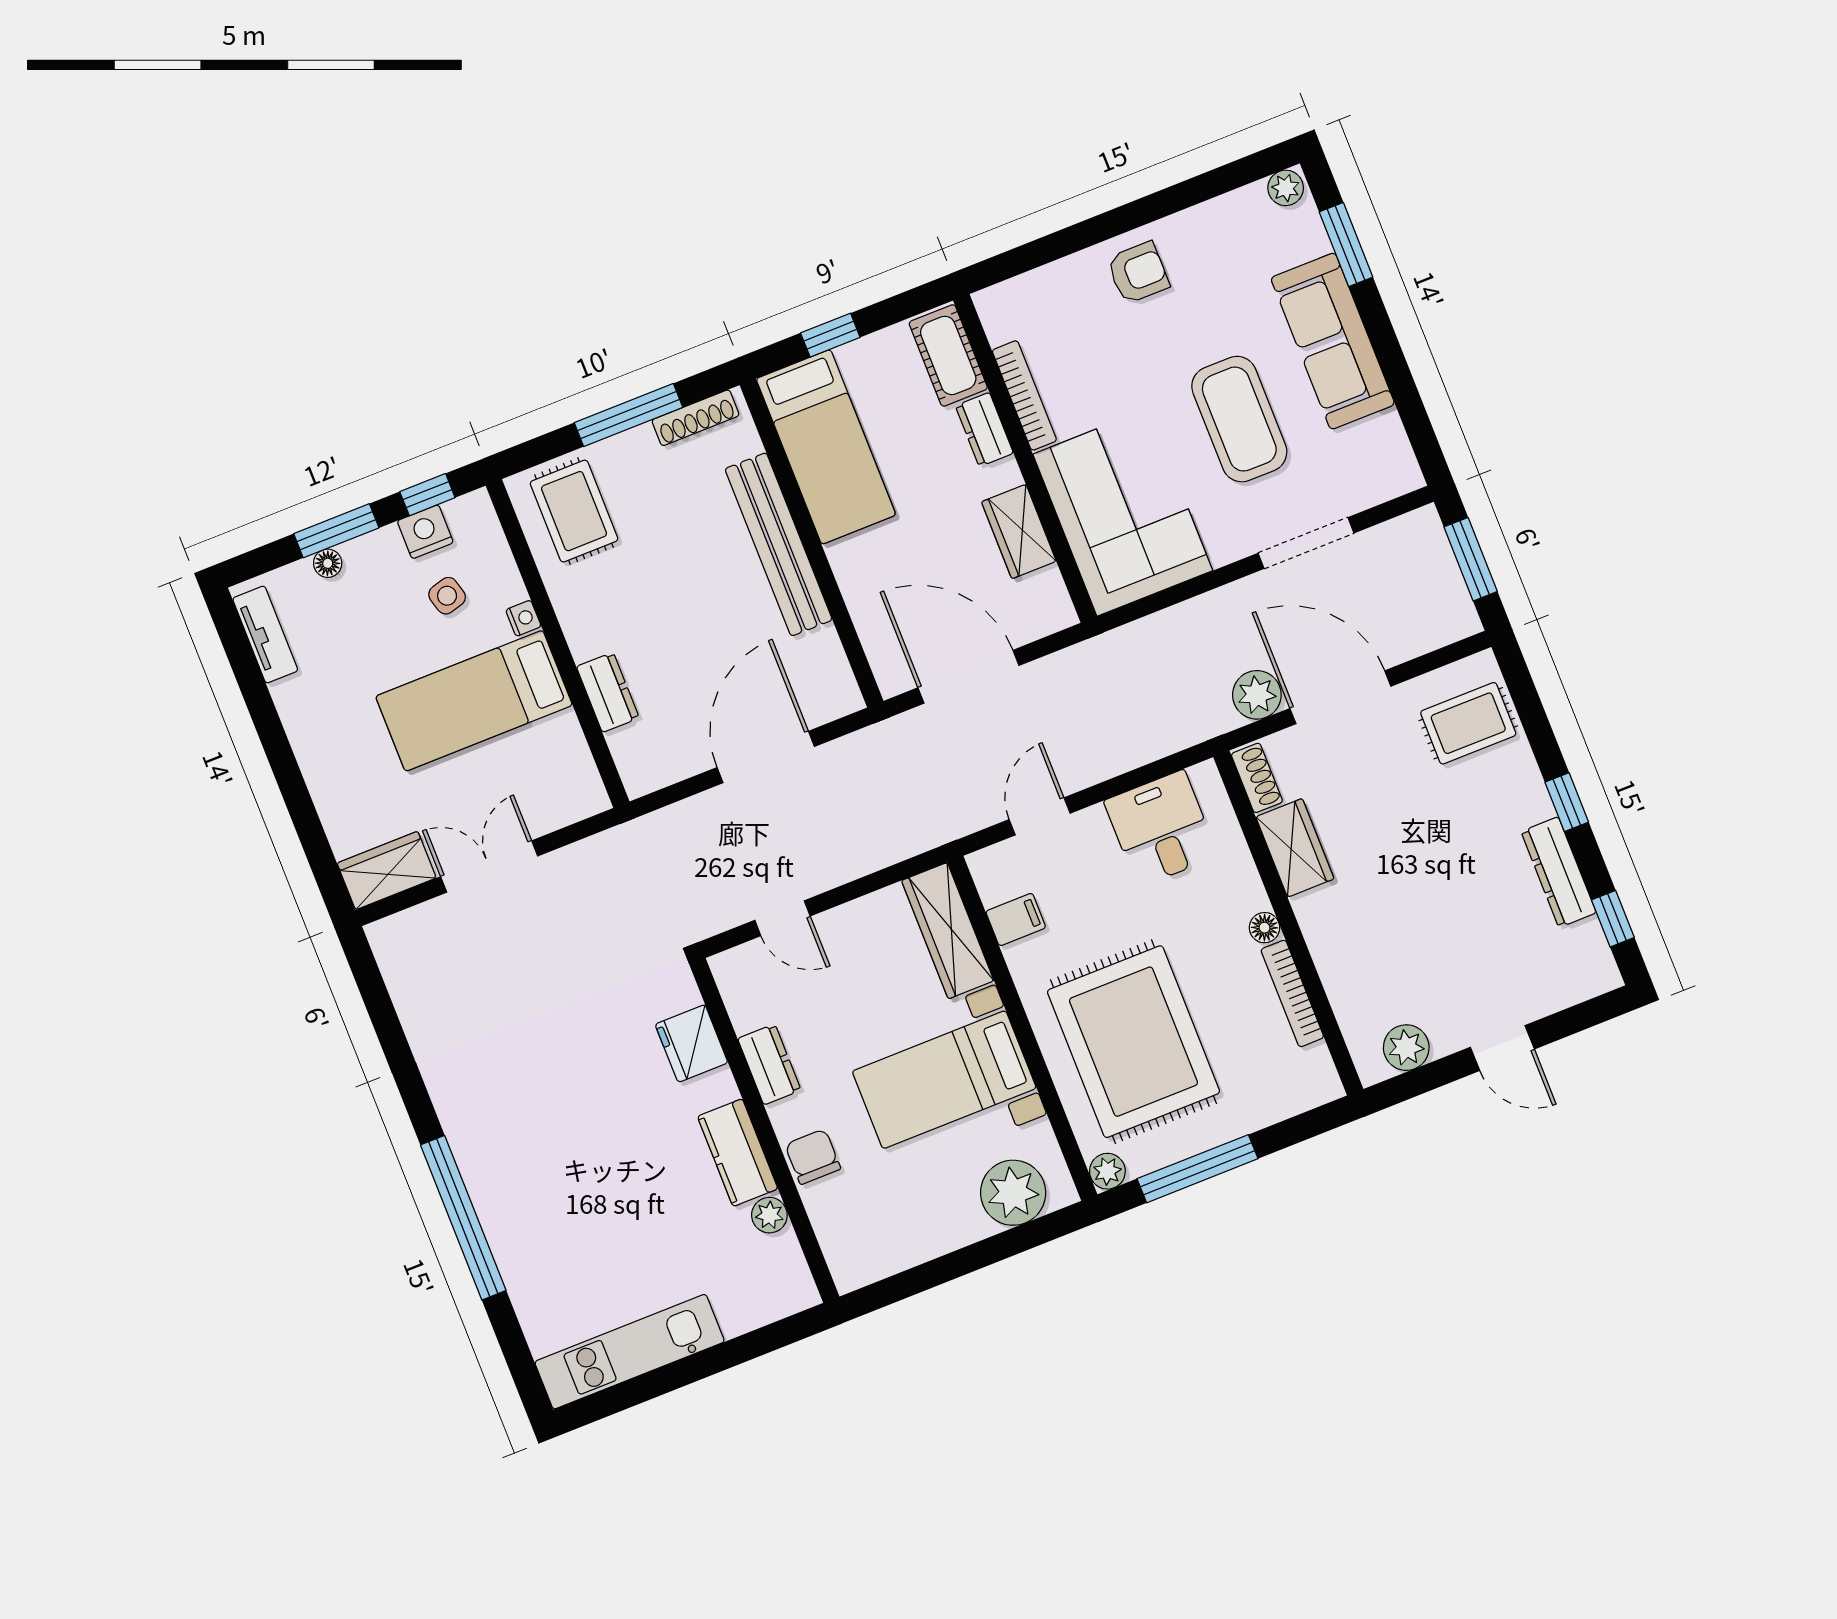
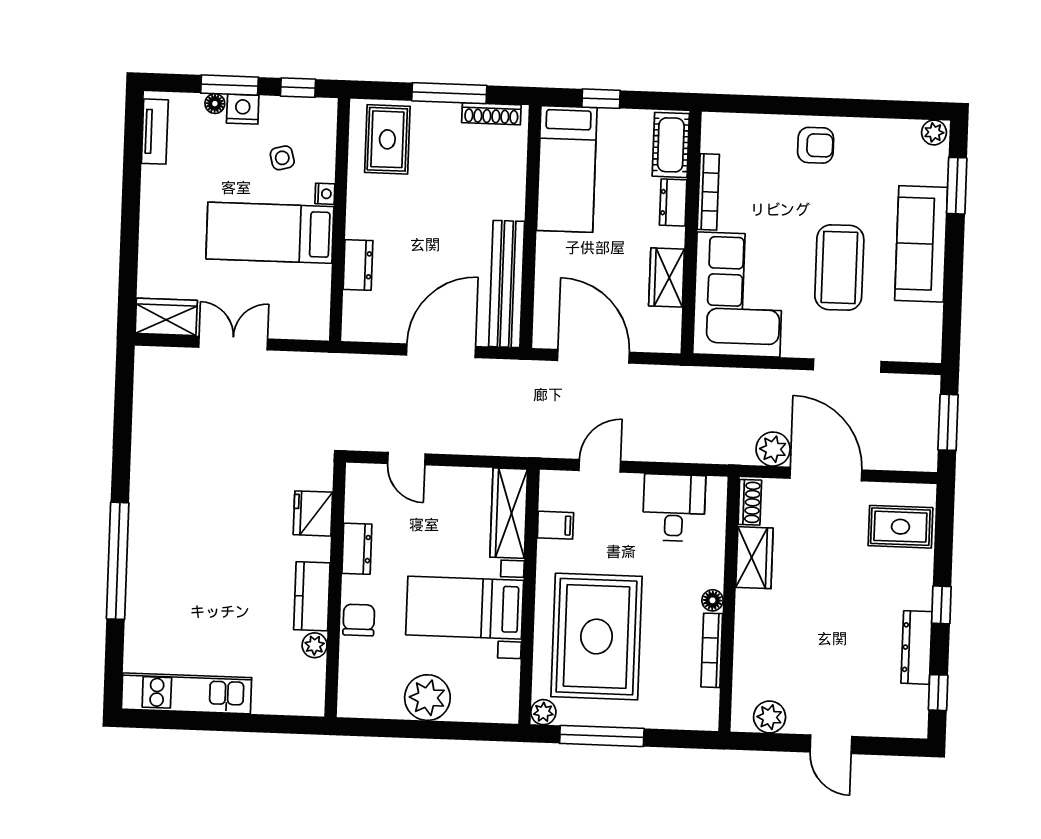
nightstand: (425, 532) -> (243, 109), moved
bench: (779, 544) -> (507, 284), moved
plant: (1013, 1193) -> (427, 698), moved

